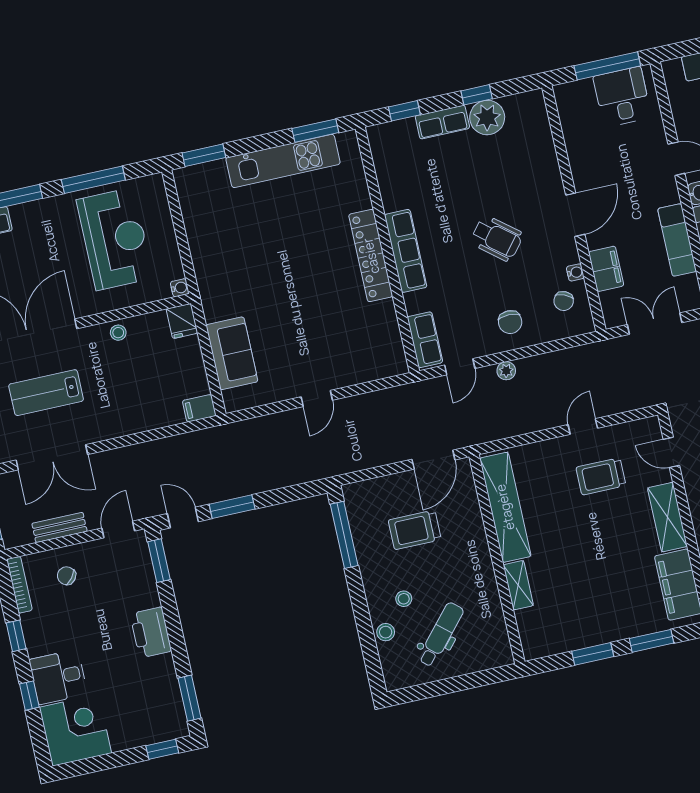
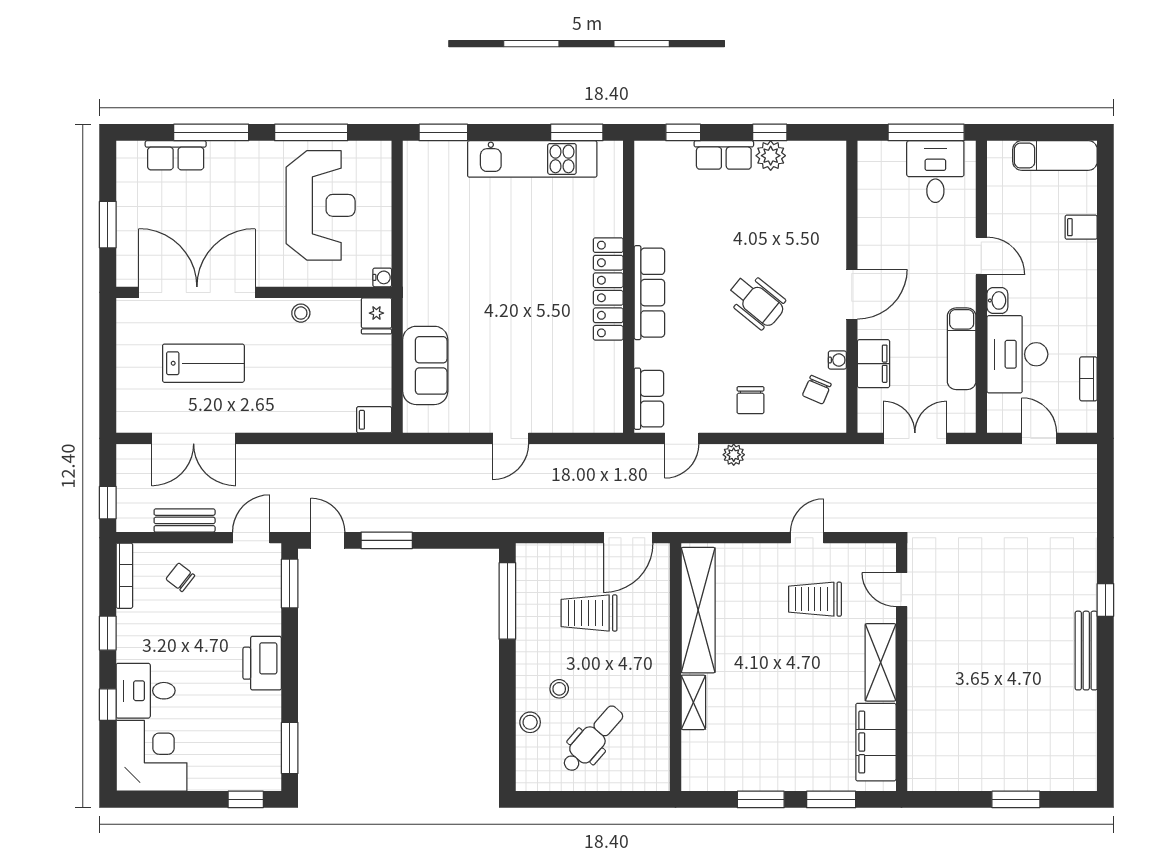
plant: (487, 117) -> (771, 156), width x0.73, depth x0.73
lab bench: (46, 393) -> (203, 363), turned 180

